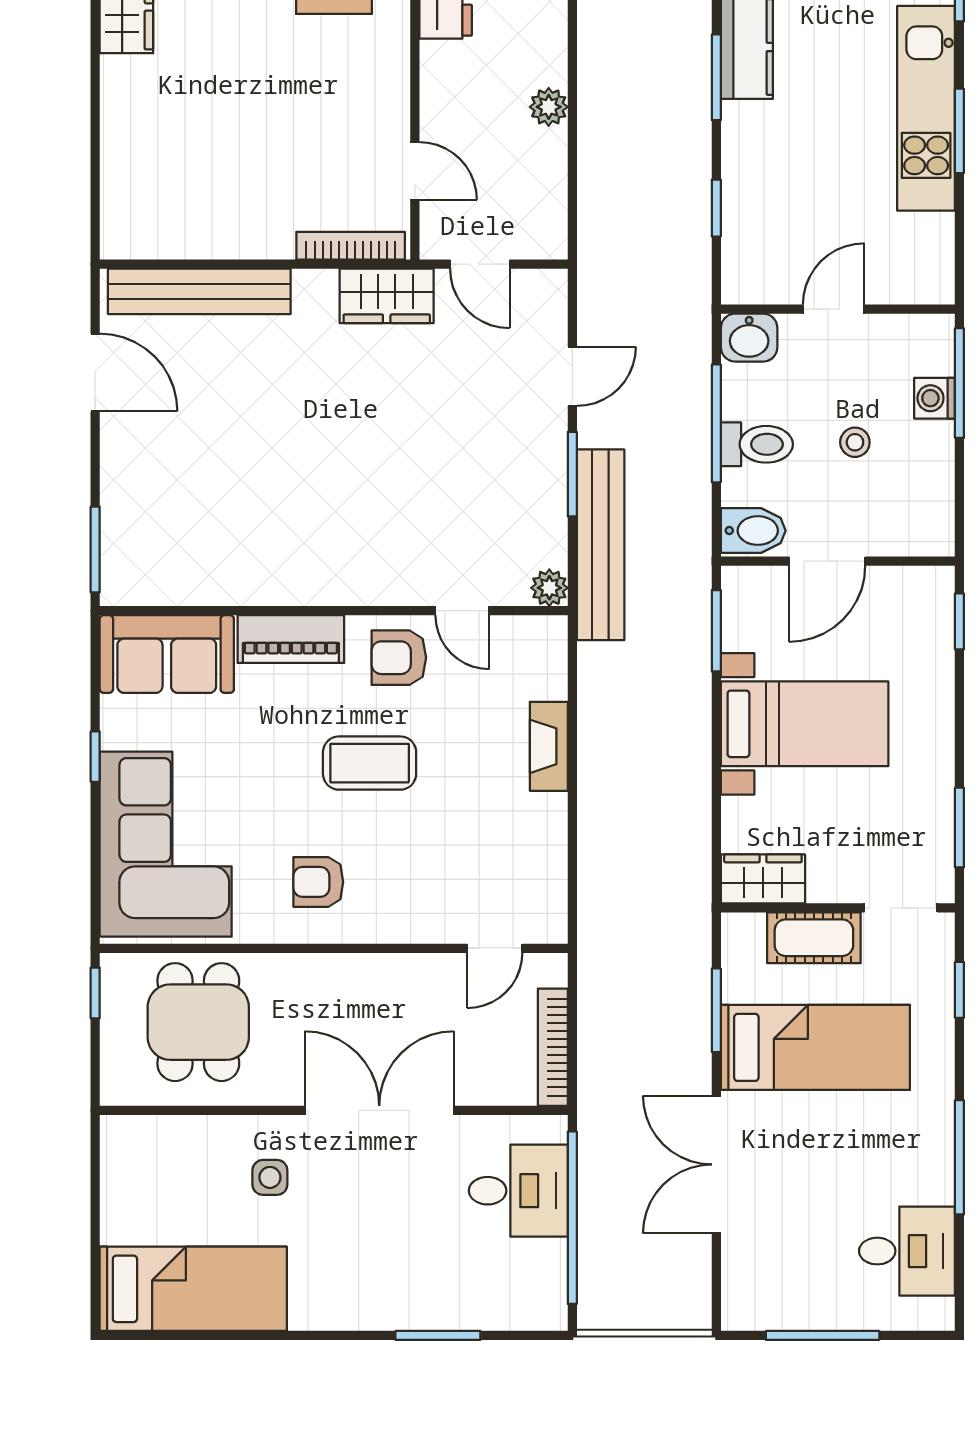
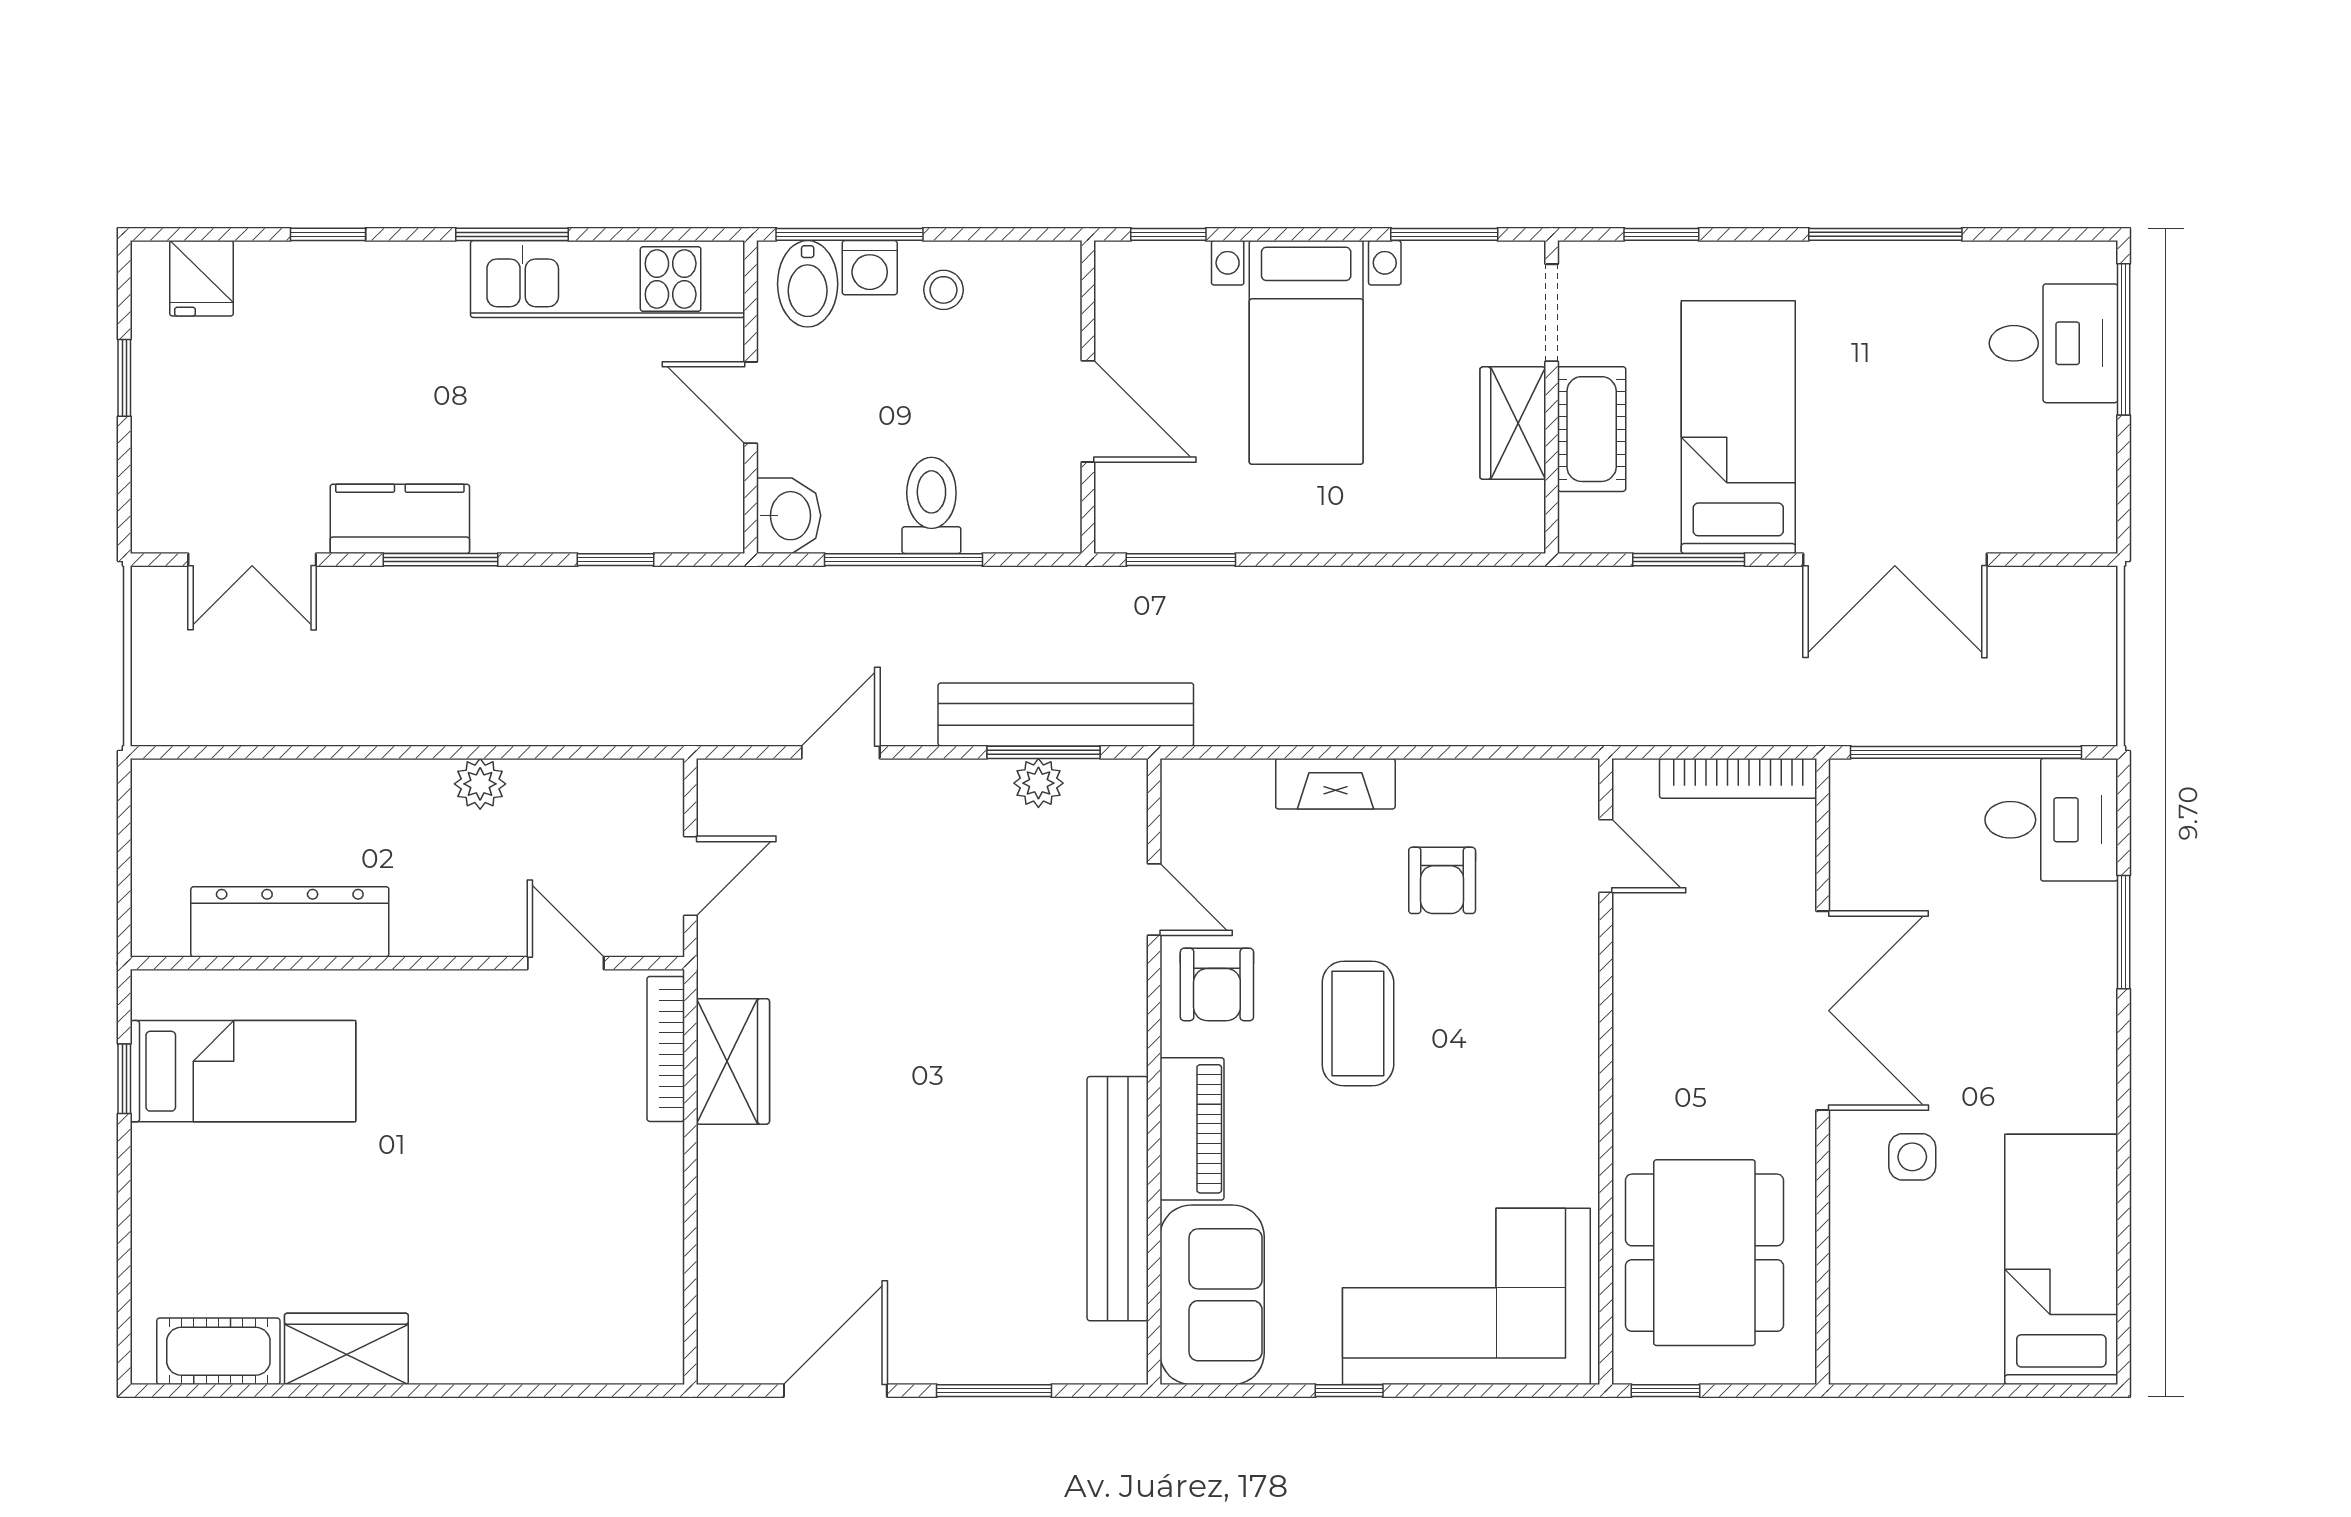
kitchen unit: (926, 108) -> (608, 279), moved
door: (415, 171) -> (566, 963), hinge flipped
bench: (199, 291) -> (1118, 1199), moved
wardrobe: (387, 296) -> (733, 1061), moved
door: (572, 376) -> (841, 752), hinge flipped
stool: (855, 442) -> (943, 290), moved
window: (572, 474) -> (1043, 752), moved
bidet: (753, 531) -> (808, 284), moved, turned 180
window: (95, 549) -> (994, 1391), moved
plant: (549, 588) -> (1038, 783), moved
door: (462, 611) -> (1154, 899), hinge flipped
bed with nightstands: (805, 724) -> (1306, 352), moved, turned 180
wardrobe: (763, 879) -> (1513, 423), moved
armchair: (318, 882) -> (1442, 880), moved
dining table: (198, 1022) -> (1704, 1253), width x1.38
double door: (379, 1110) -> (1823, 1011), swing flipped
desk: (518, 1191) -> (2051, 820), moved, turned 90
desk: (907, 1251) -> (2054, 343), moved, turned 90
window: (823, 1335) -> (2124, 339), moved

